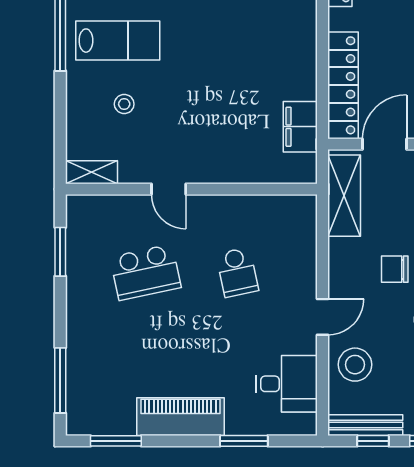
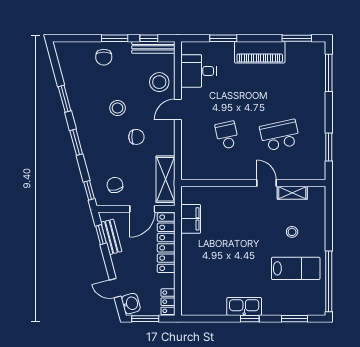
lab bench: (118, 41) -> (296, 268), turned 180
shelving: (91, 172) -> (292, 193), moved

